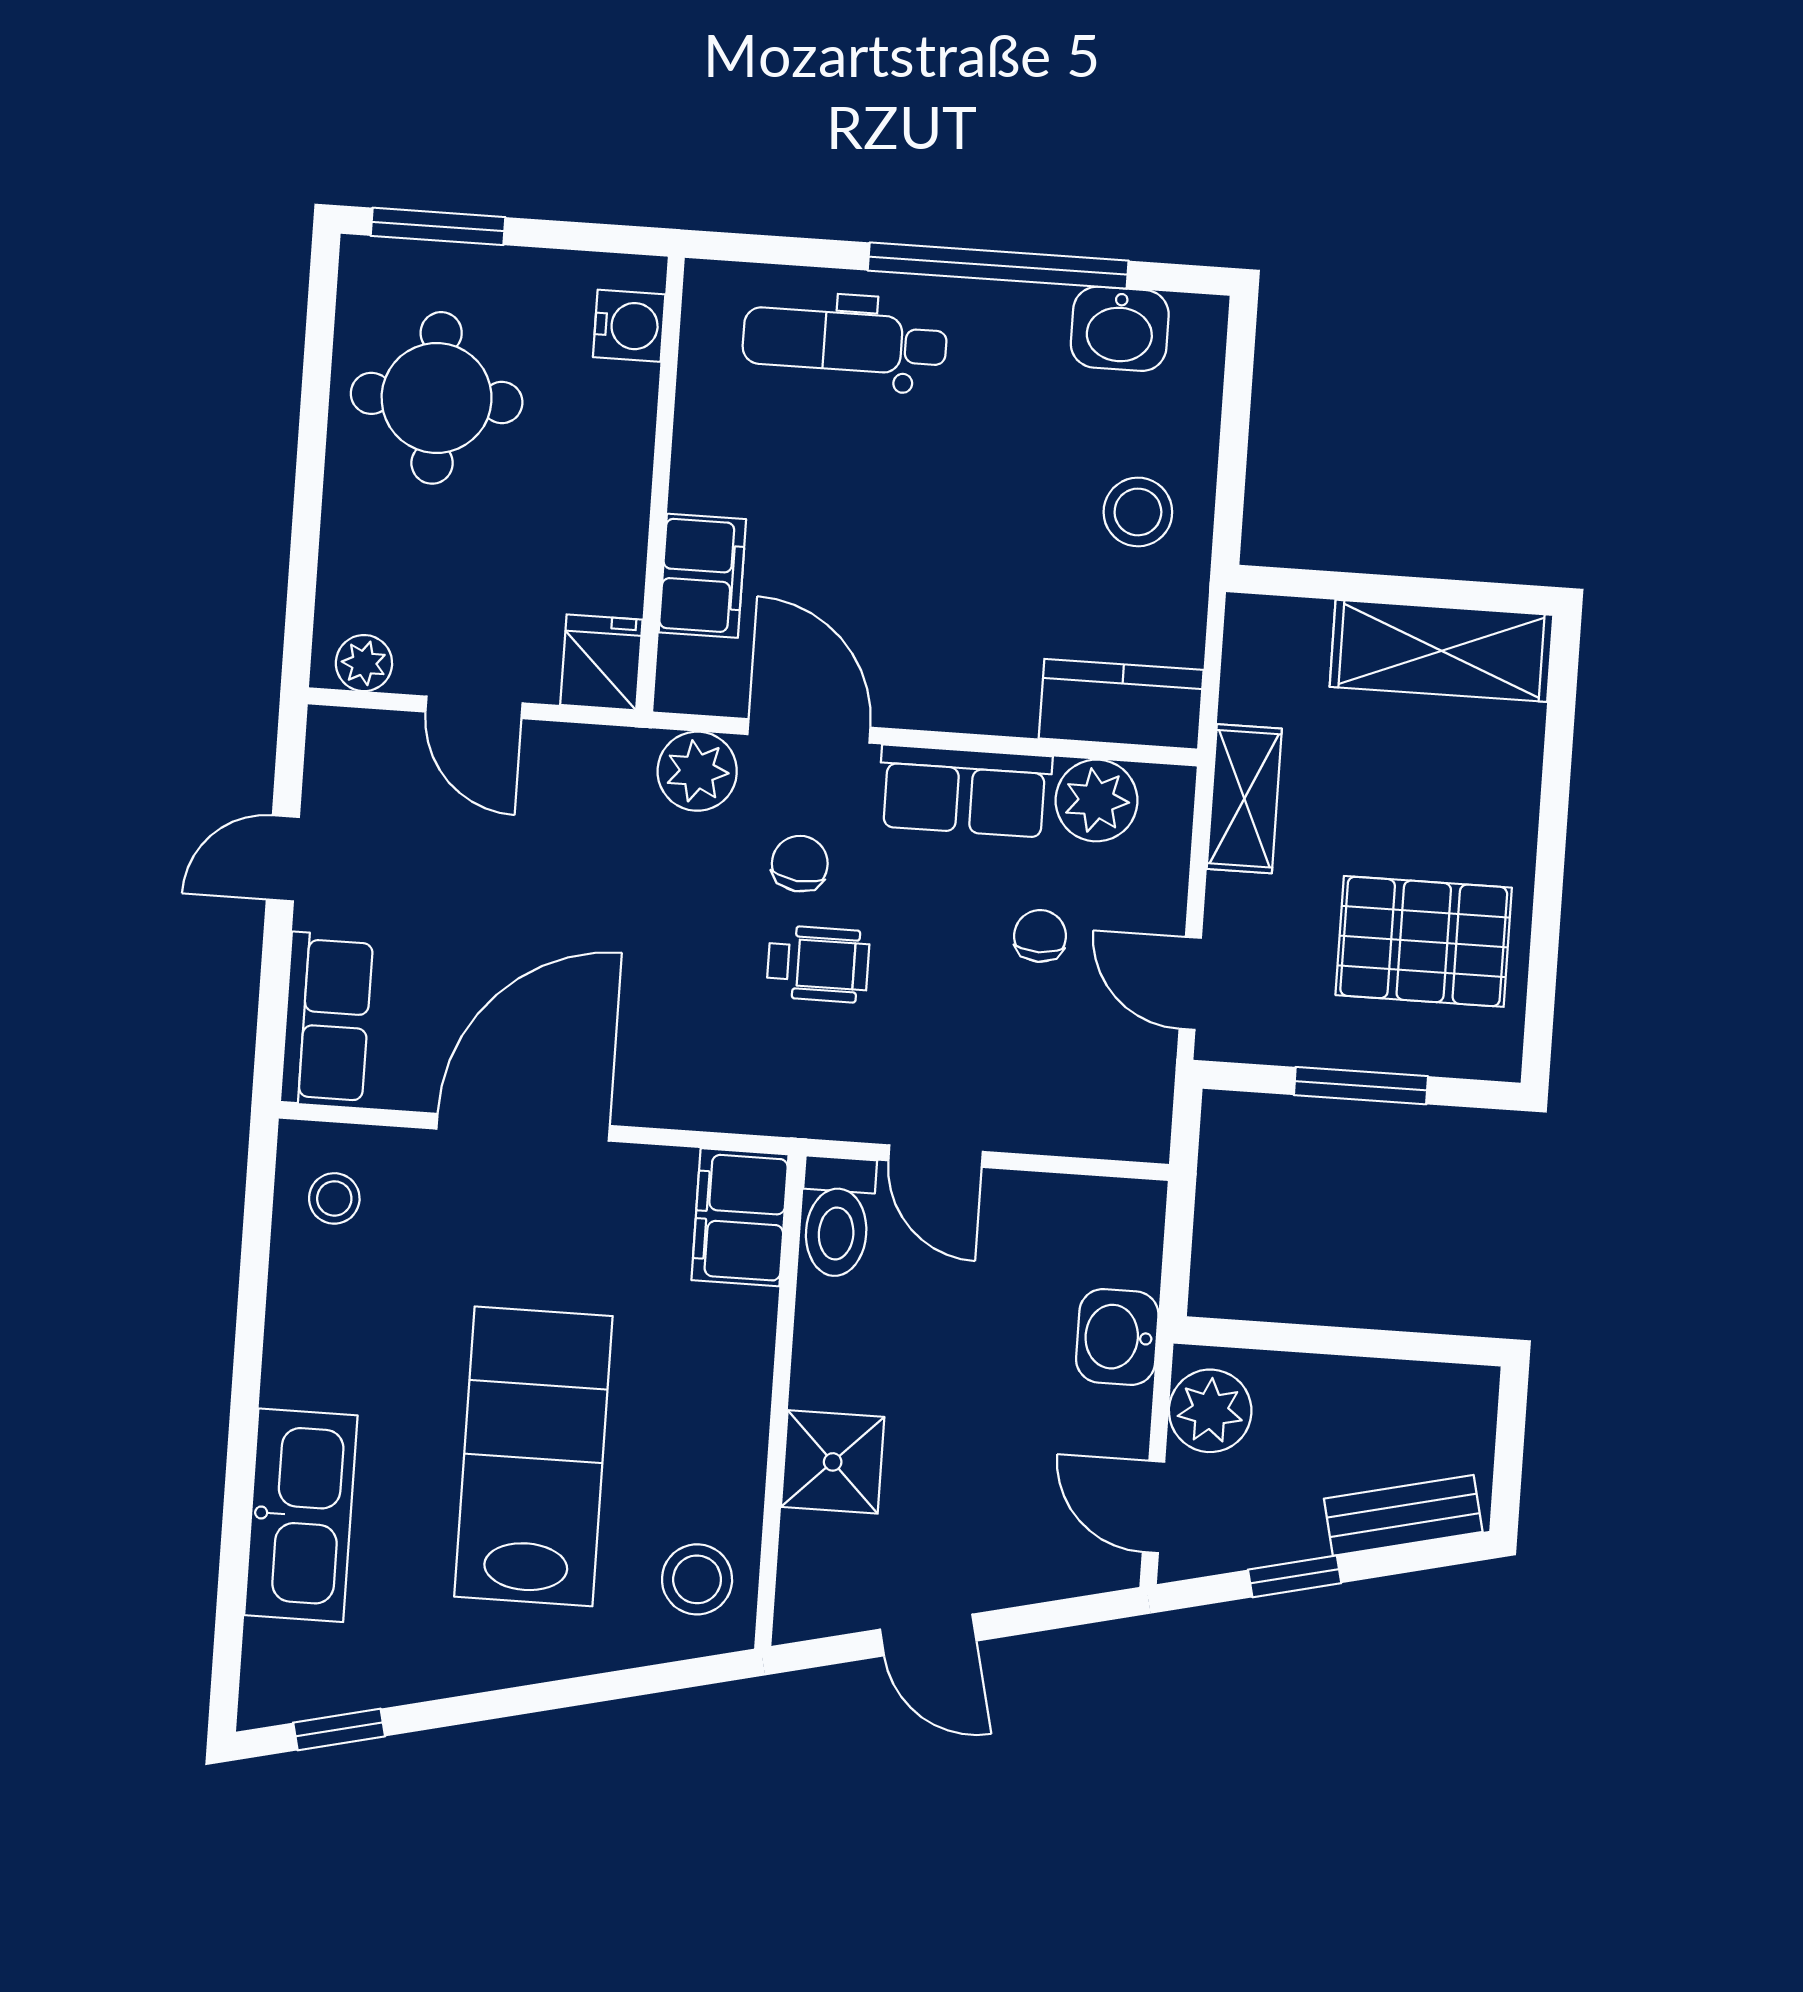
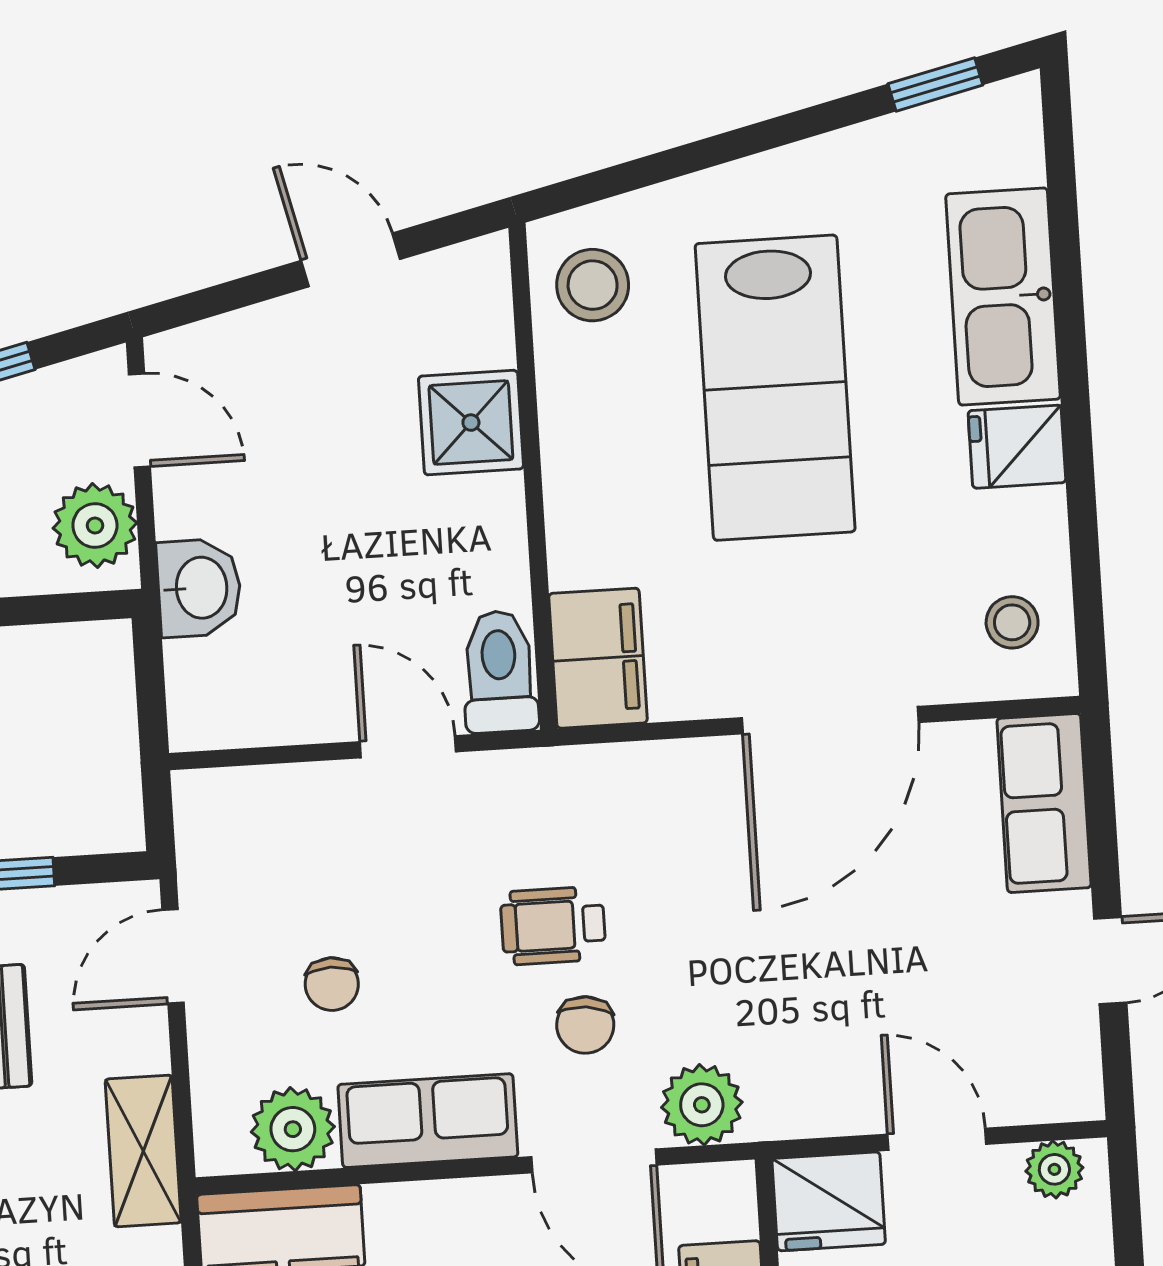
fridge: (601, 662) -> (829, 1201), width x1.38
door: (1190, 983) -> (173, 956), swing flipped
fridge: (307, 1368) -> (1017, 447), added

